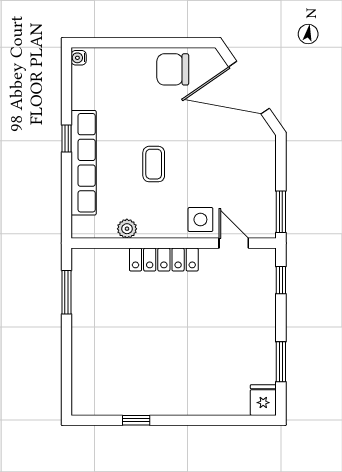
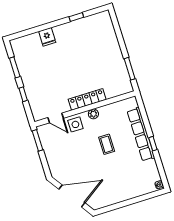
chair: (173, 69) -> (112, 193), removed
plant: (127, 229) -> (93, 114), moved
window: (281, 280) -> (23, 94), moved
fridge: (263, 400) -> (47, 37), moved

